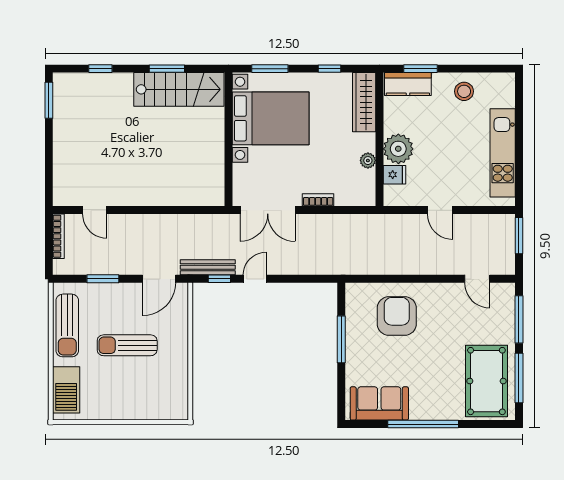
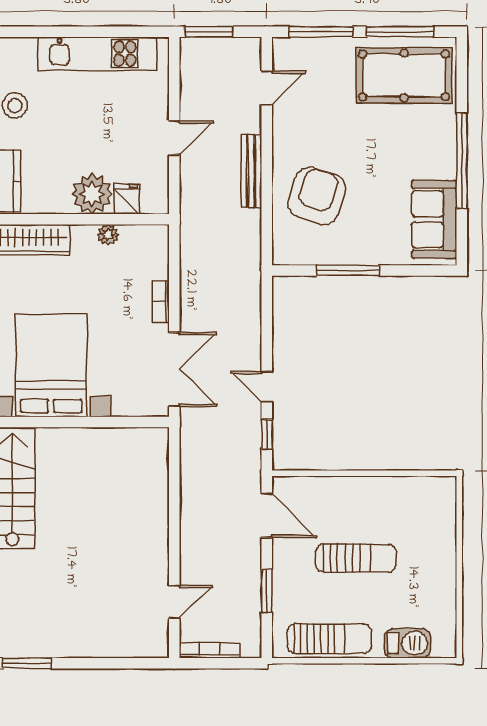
bench: (208, 267) -> (251, 171), moved
armchair: (397, 316) -> (317, 196), turned 107
sun lounger: (127, 345) -> (356, 558), turned -90
barbecue: (66, 390) -> (407, 643), width x0.73, depth x0.83

